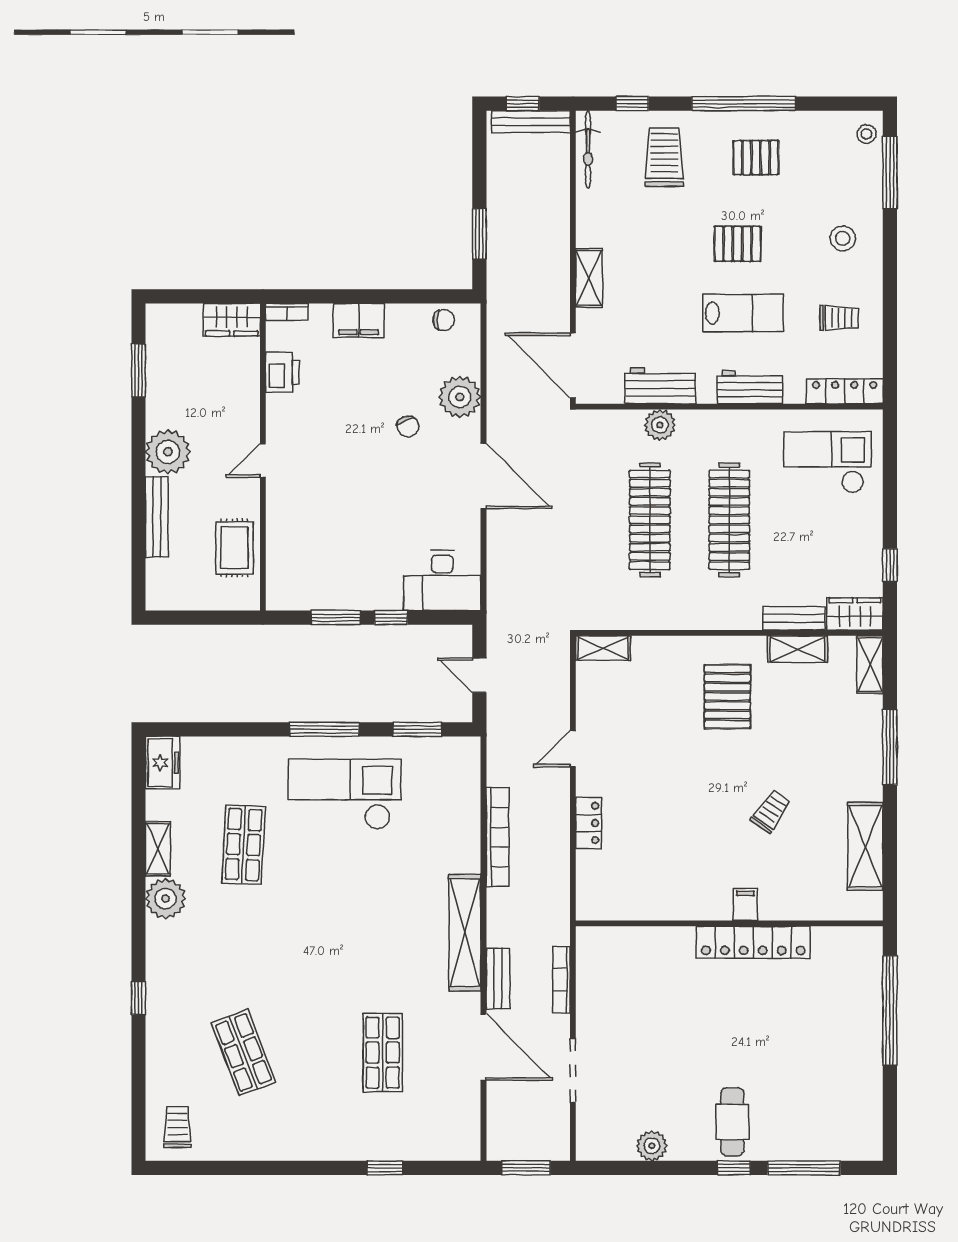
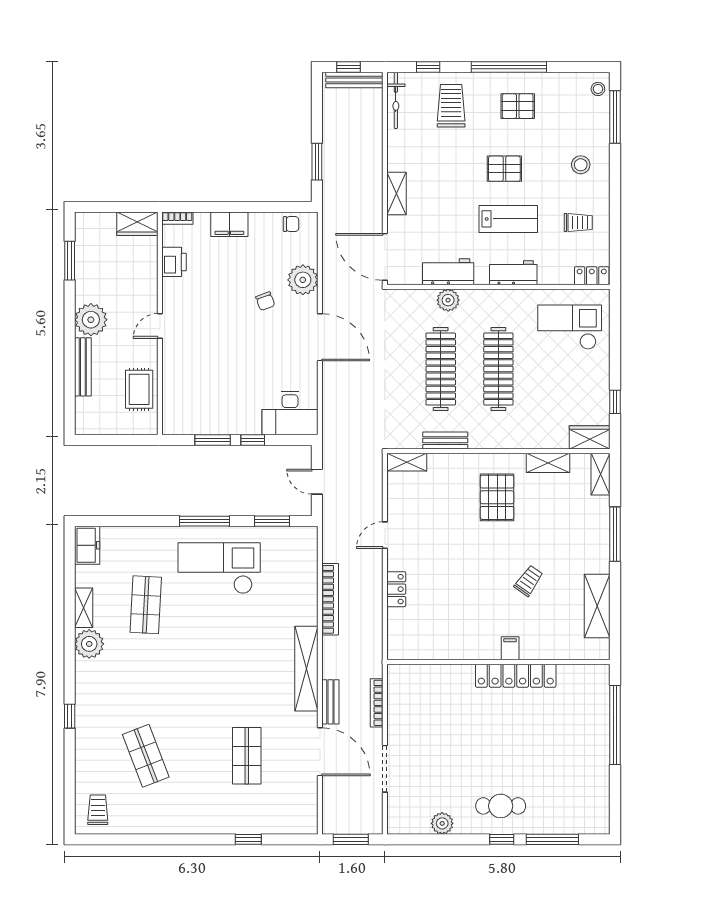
locker: (845, 391) -> (592, 276), width x0.66
bench: (794, 618) -> (445, 441), moved
cafe table: (732, 1122) -> (501, 806), turned 90

